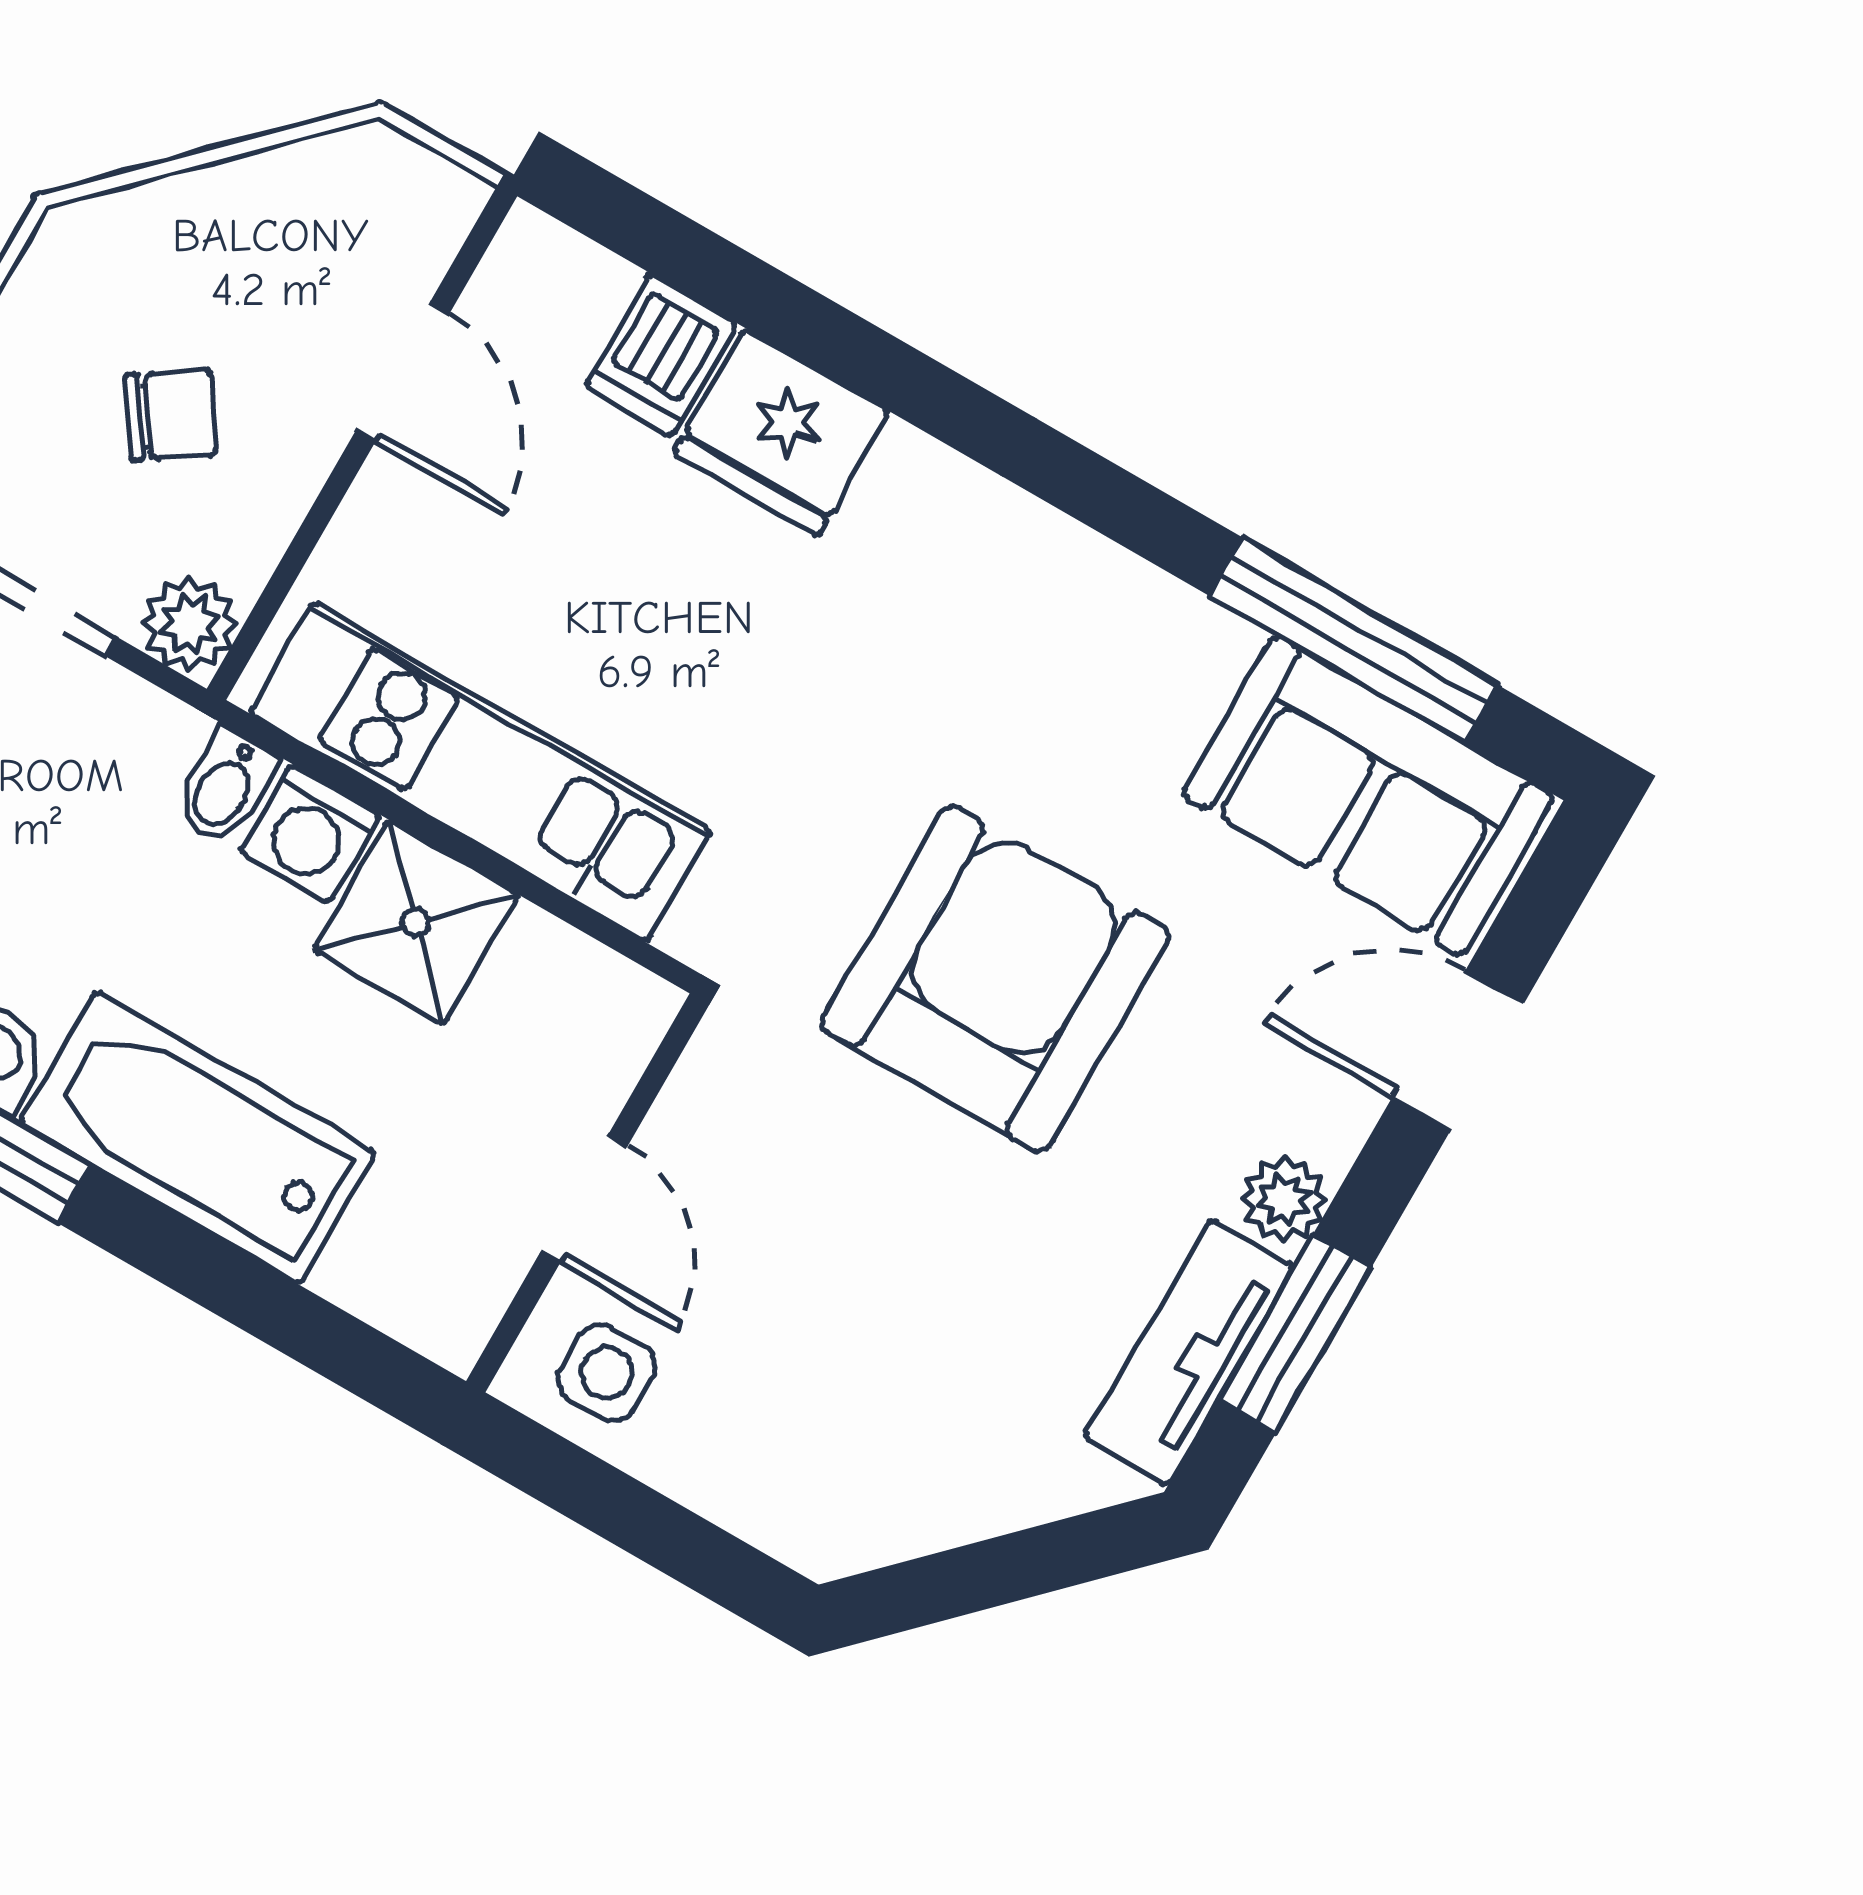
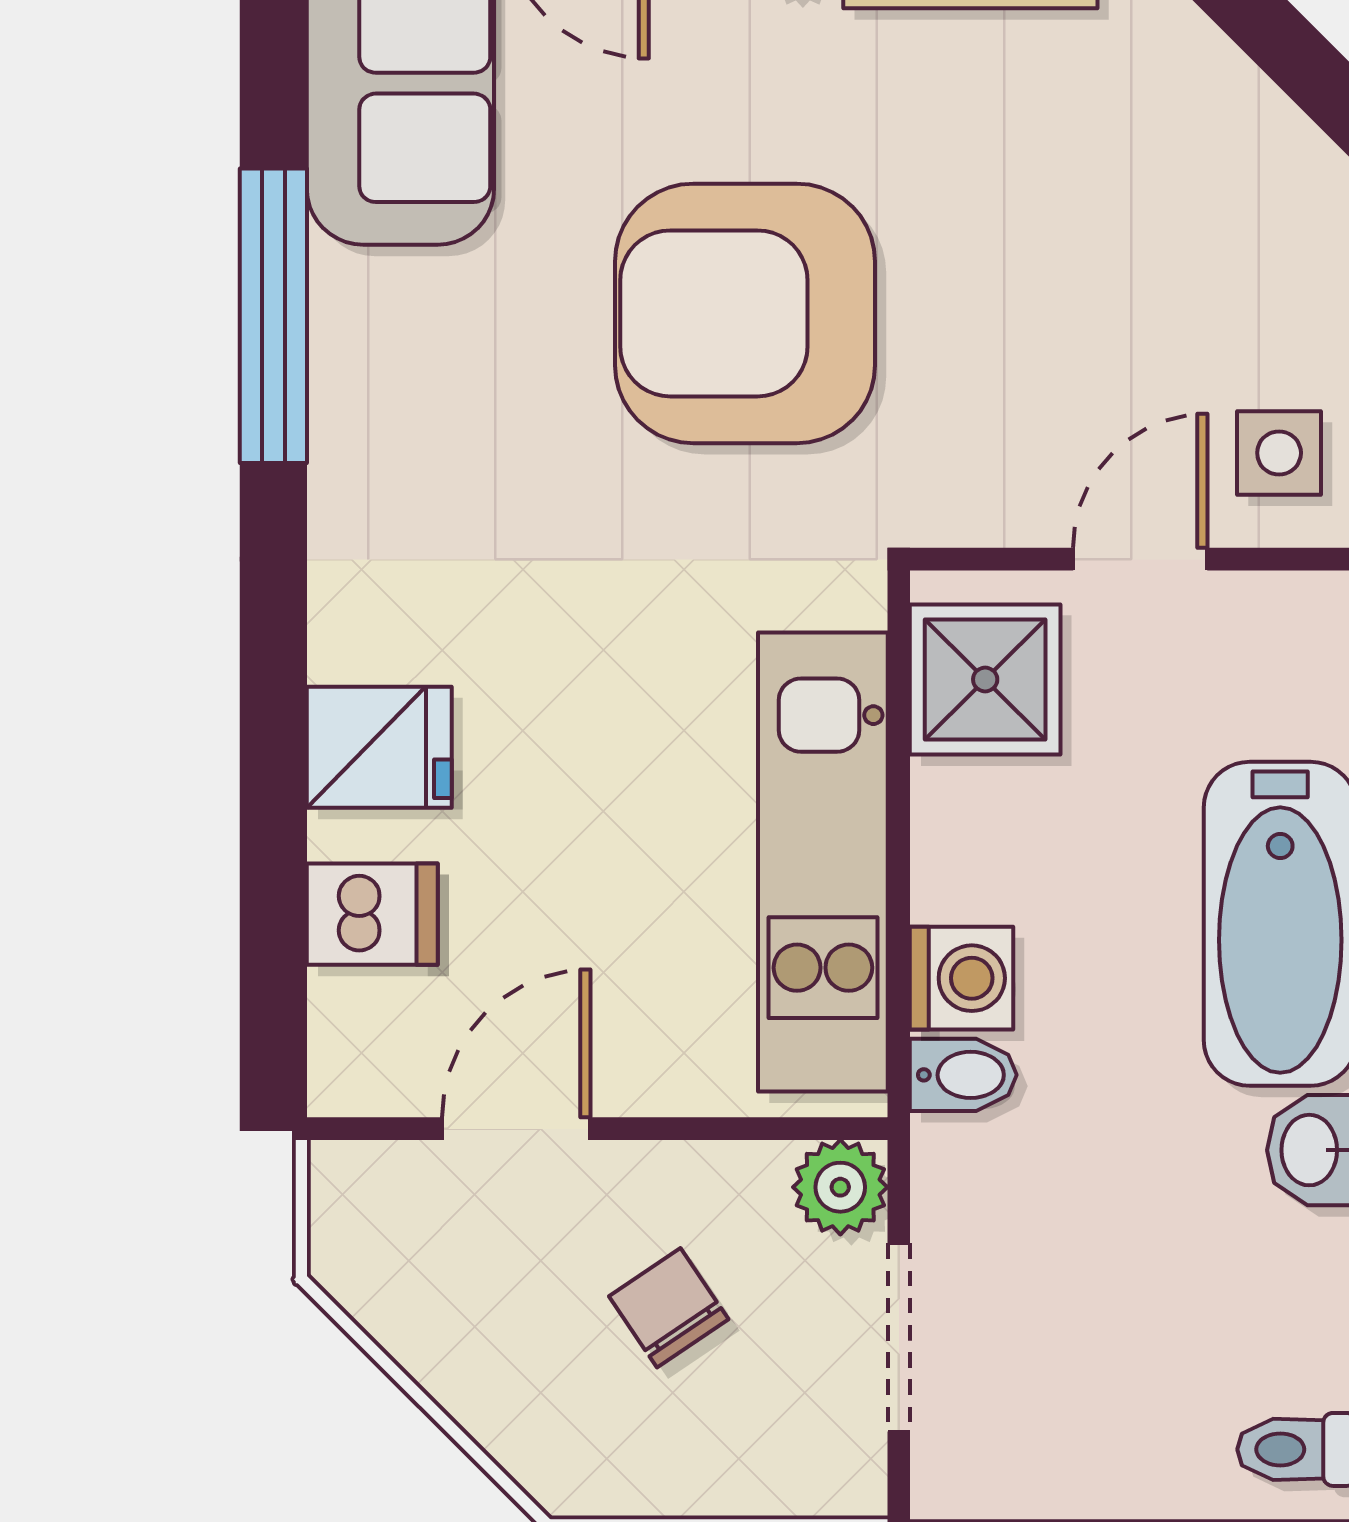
fridge: (782, 433) -> (379, 747), width x0.72
window: (1354, 640) -> (273, 316), moved
shower: (416, 922) -> (985, 679), moved

